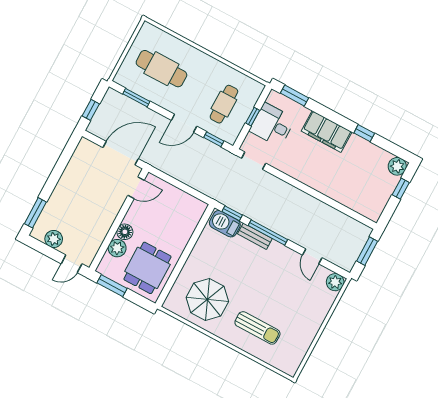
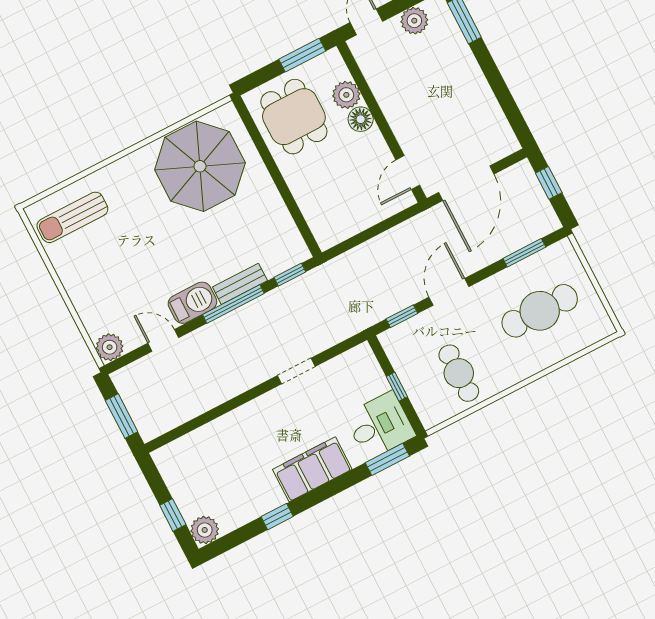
cafe table: (224, 104) -> (459, 373), moved
desk: (272, 125) -> (380, 426), moved
doorway: (254, 161) -> (296, 371), moved
barbecue: (225, 224) -> (192, 303), moved
parasol: (207, 300) -> (200, 166), width x1.36, depth x1.36
sun lounger: (257, 328) -> (72, 217), moved

